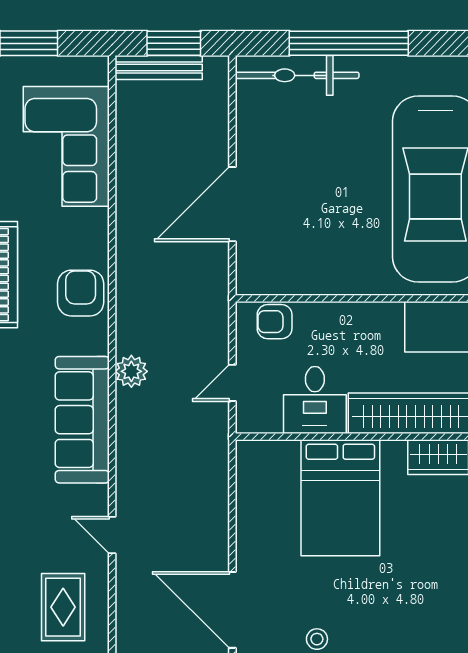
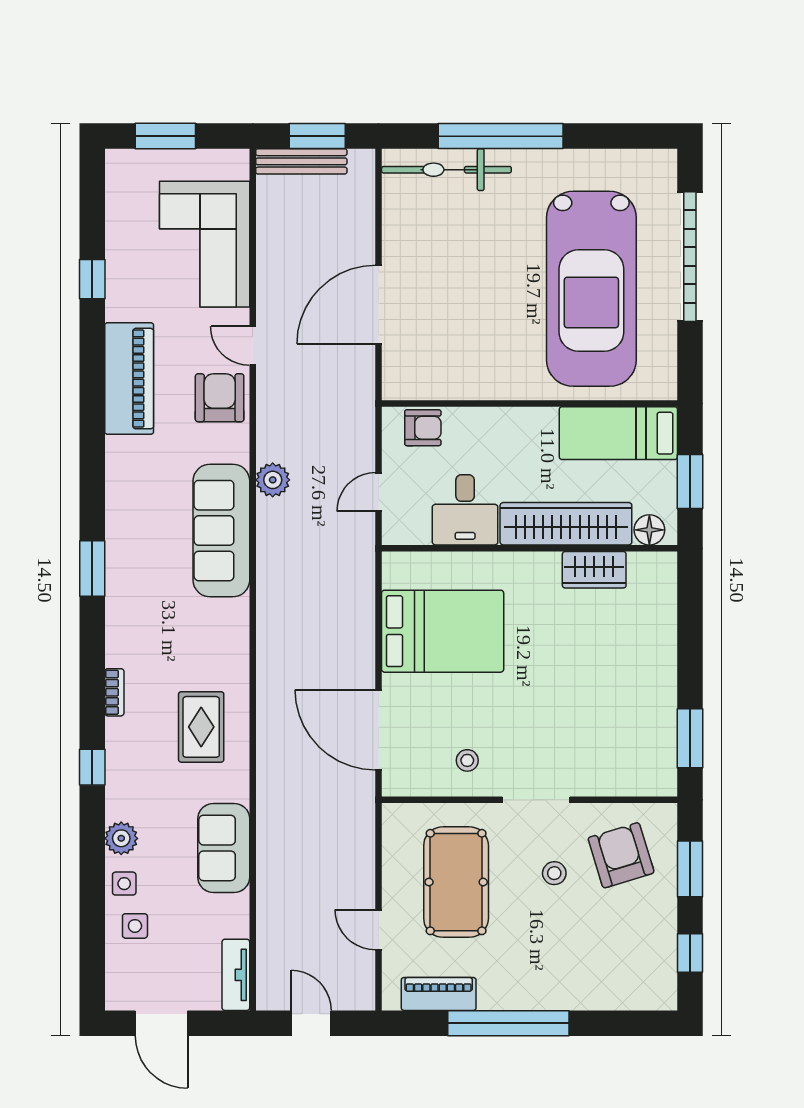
armchair: (275, 322) -> (423, 428), turned 180
bed: (340, 498) -> (443, 631), moved, turned -90
door: (112, 535) -> (253, 346), moved

